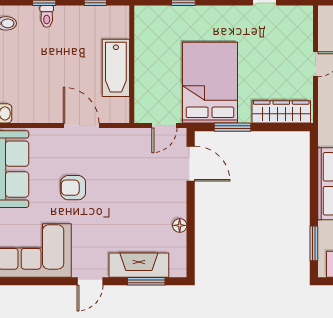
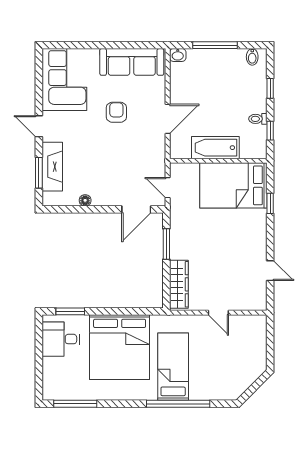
toilet: (47, 16) -> (258, 119), moved
bed: (210, 83) -> (233, 185), moved, turned 180

